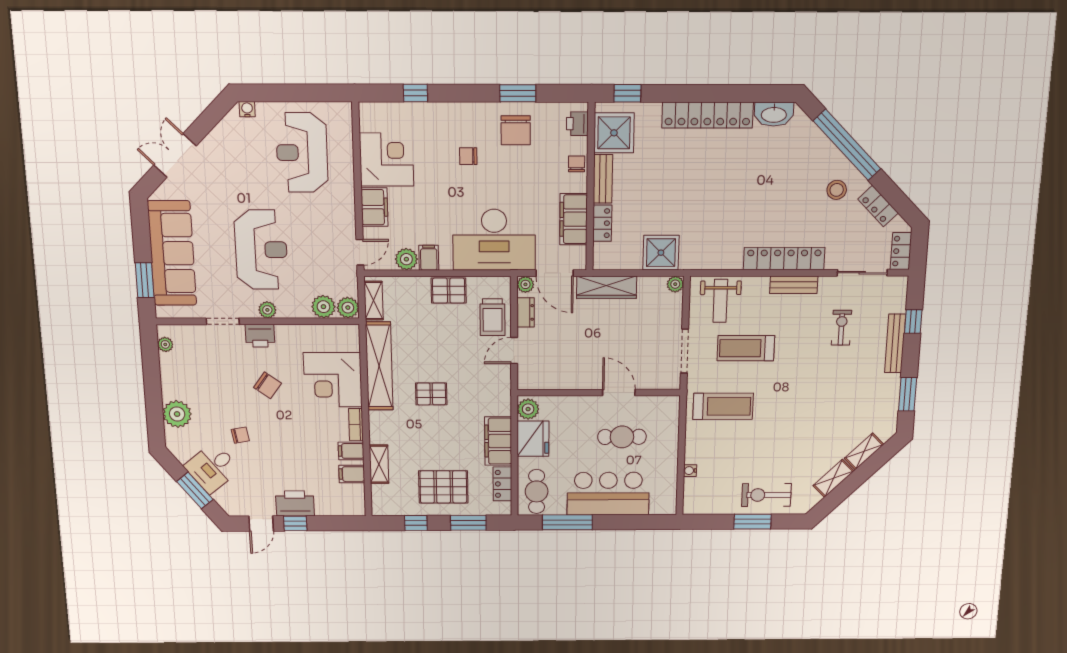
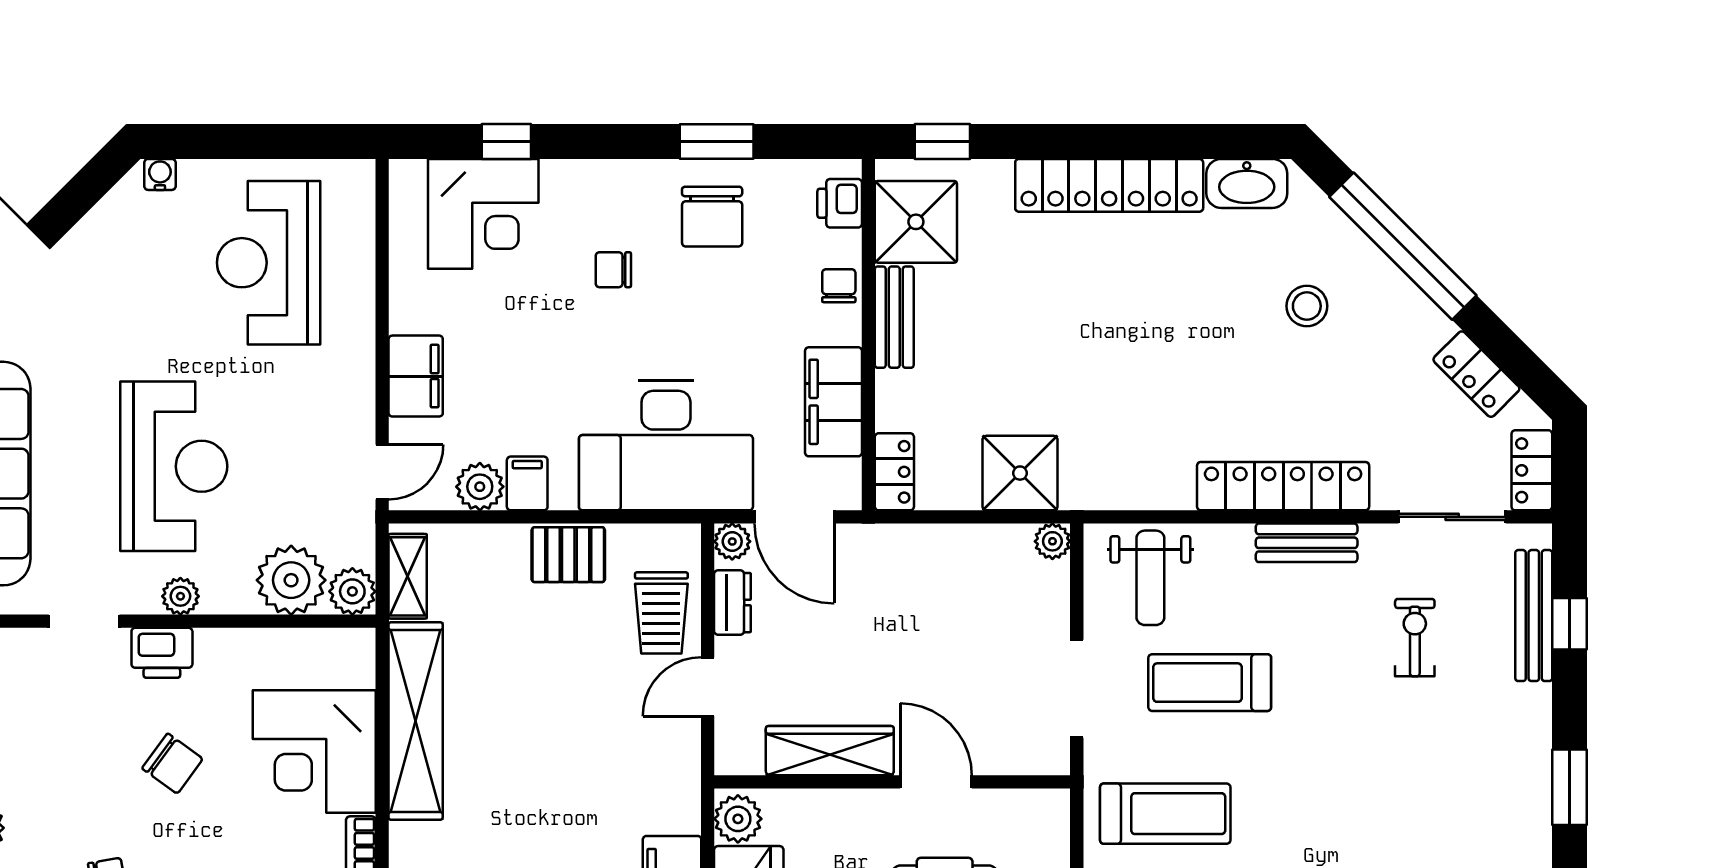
corner desk: (387, 160) -> (483, 214), moved, turned 90
stool: (837, 190) -> (1307, 306), moved
locker: (602, 223) -> (894, 472), moved
wardrobe: (607, 287) -> (830, 751), moved, turned 180
plant: (323, 307) -> (291, 580), width x1.36, depth x1.36
bench: (895, 343) -> (1534, 616), moved
pallet: (431, 394) -> (527, 784), removed

